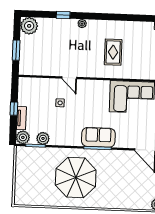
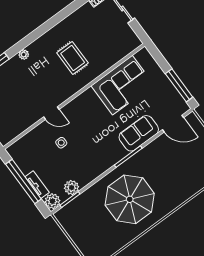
window: (14, 109) -> (23, 182), width x3.17
sofa: (98, 137) -> (139, 133), moved

